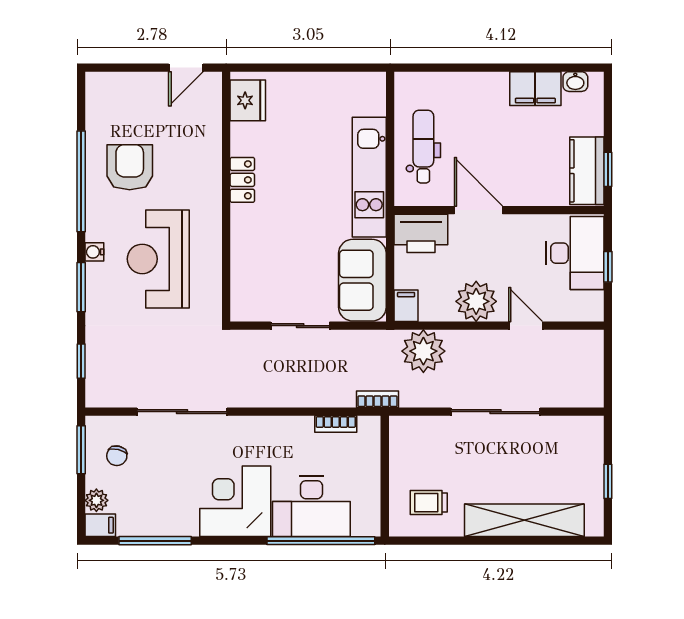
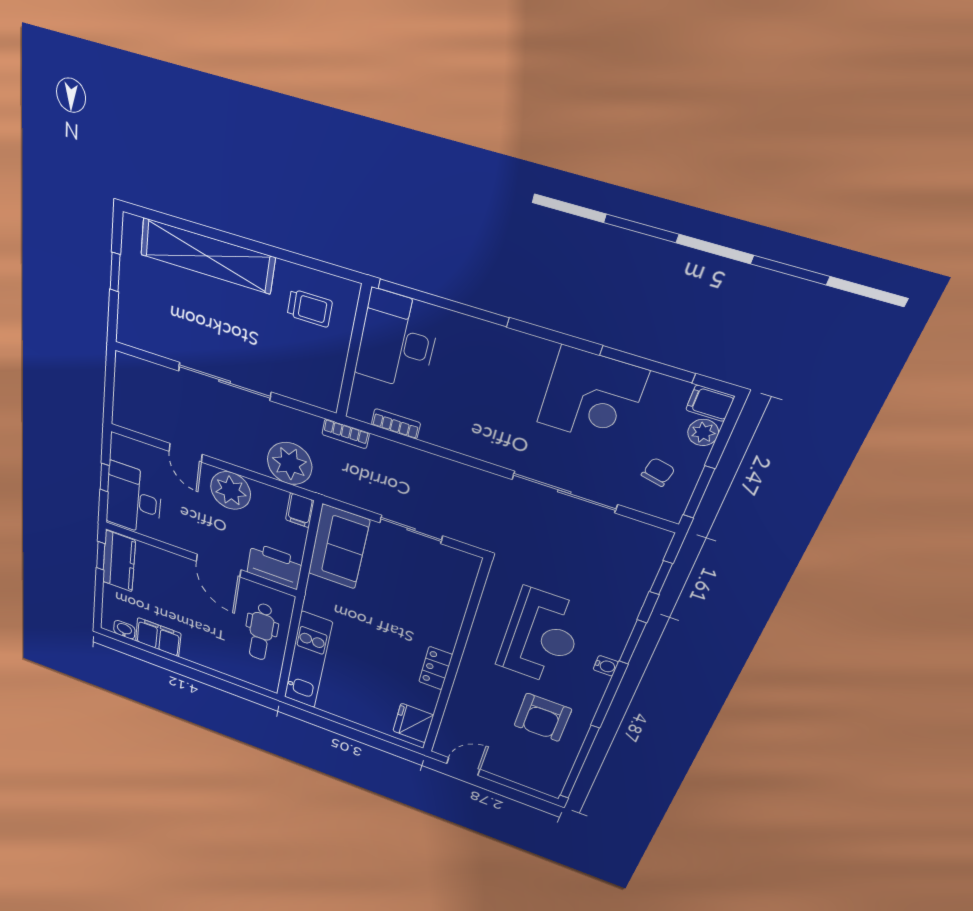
kitchen unit: (369, 177) -> (308, 660), moved
window: (81, 181) -> (579, 762), moved
corner desk: (235, 501) -> (592, 397), moved
desk: (311, 506) -> (397, 341), moved, turned -90

